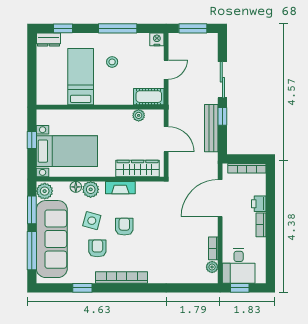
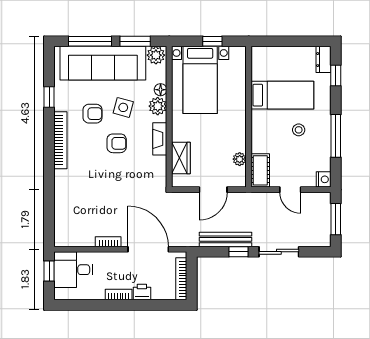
wardrobe: (138, 168) -> (181, 158), width x0.67
bookcase: (213, 248) -> (108, 242), moved
plant: (212, 267) -> (72, 240), removed

